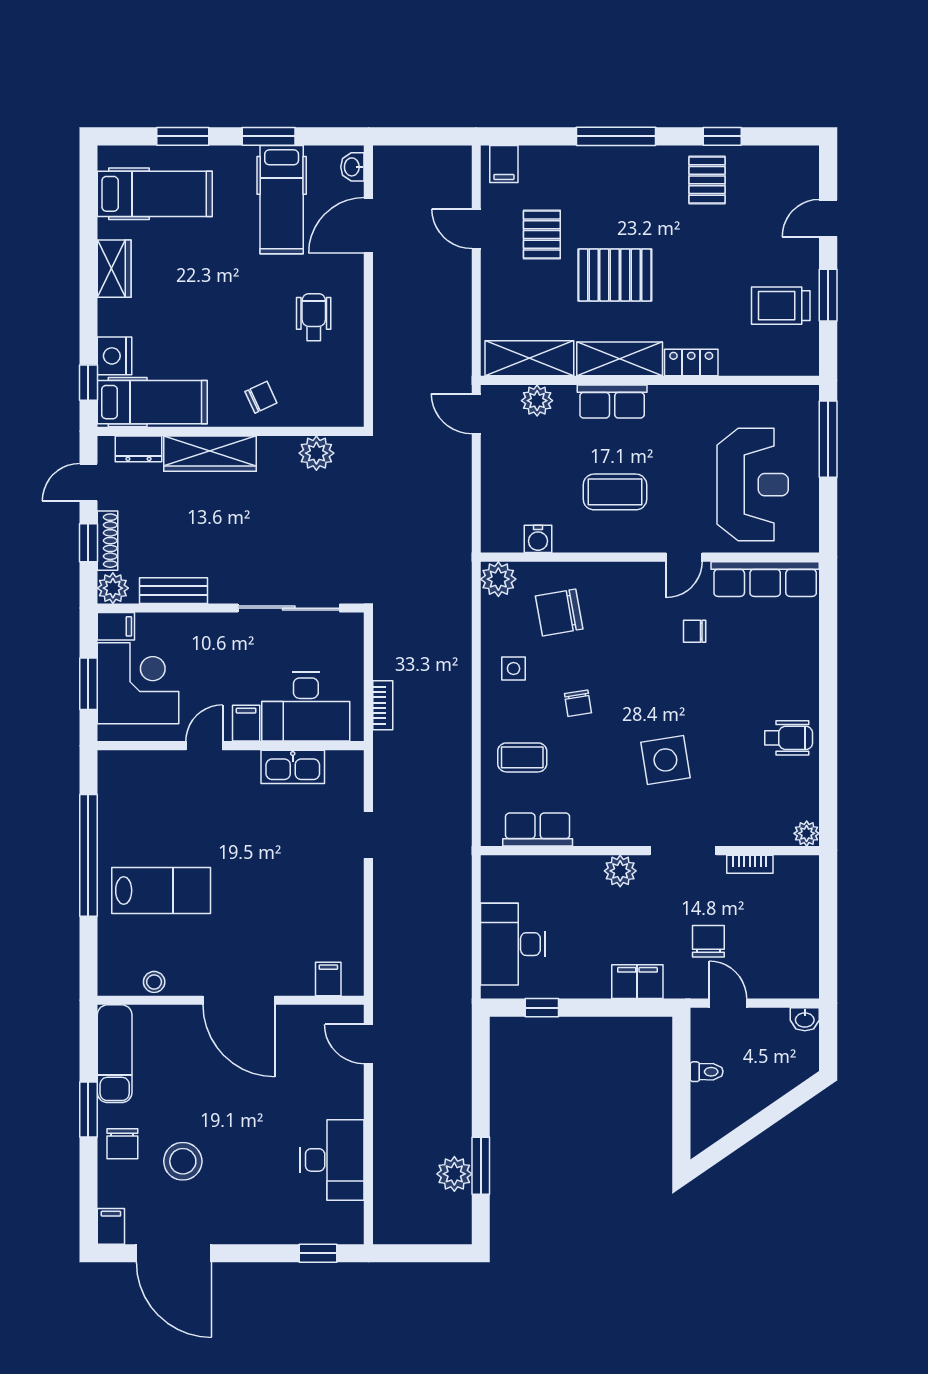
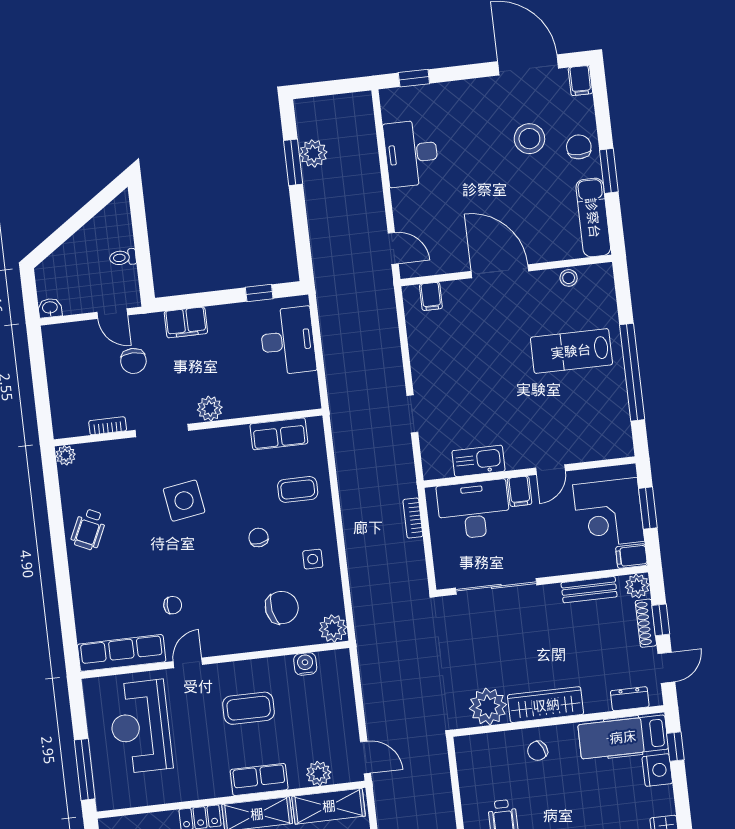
plant: (316, 453) -> (488, 707), width x1.36, depth x1.36
wardrobe: (210, 454) -> (546, 705), moved
wheelchair: (788, 738) -> (89, 529), turned -65

